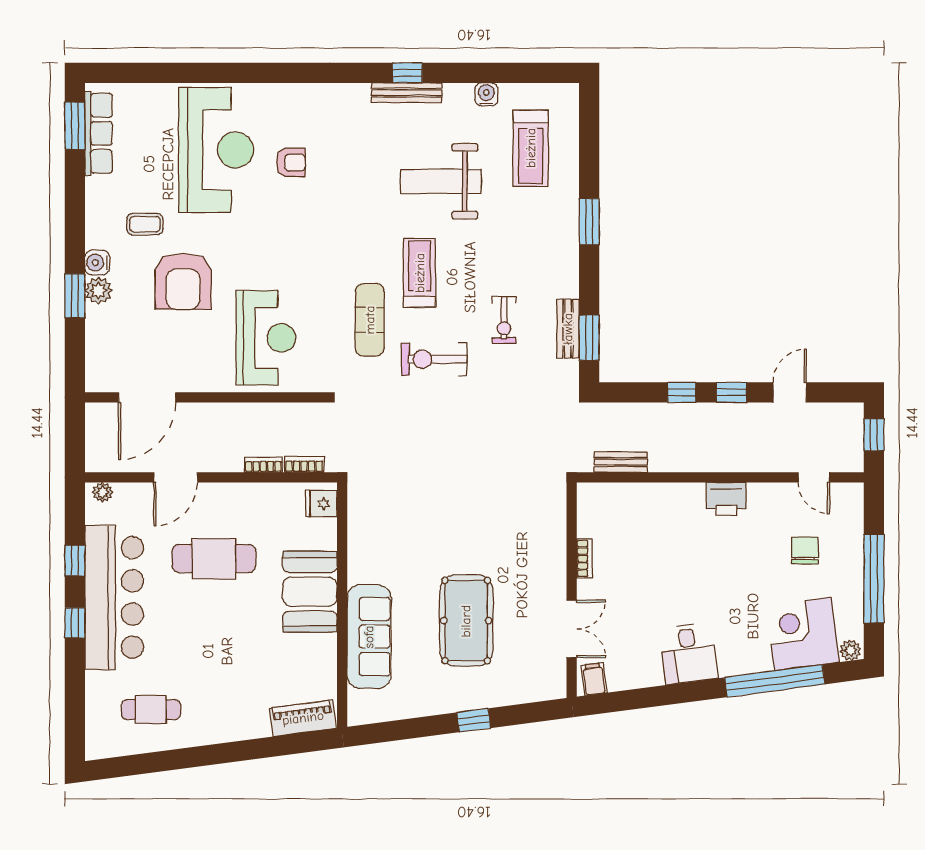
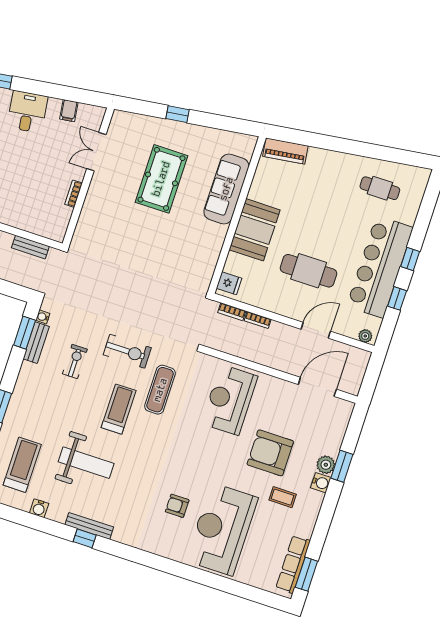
treadmill: (420, 273) -> (119, 409), turned 180
armchair: (183, 281) -> (270, 453), turned -90
water cooler: (571, 369) -> (43, 317), added
filing cabinet: (594, 679) -> (69, 111), moved

